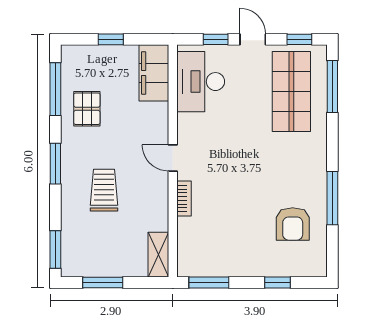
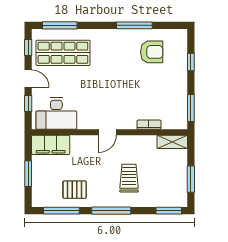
window: (111, 39) -> (28, 174), width x1.50
door: (253, 39) -> (28, 79), swing flipped
window: (55, 164) -> (111, 211), width x1.44
trolley: (104, 190) -> (129, 178), turned 90
bookcase: (184, 199) -> (149, 125), moved

